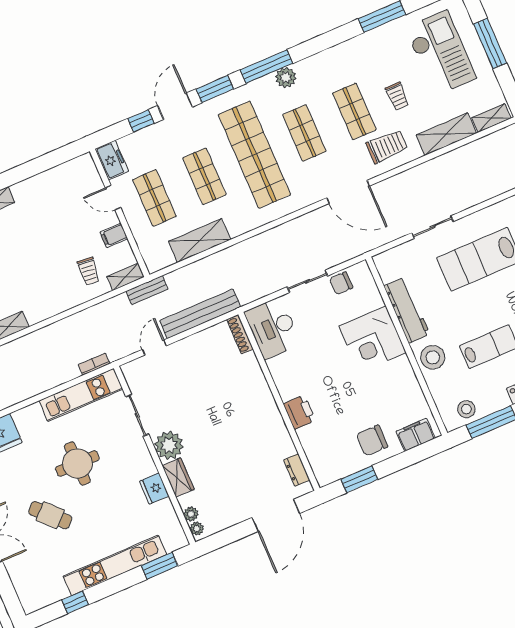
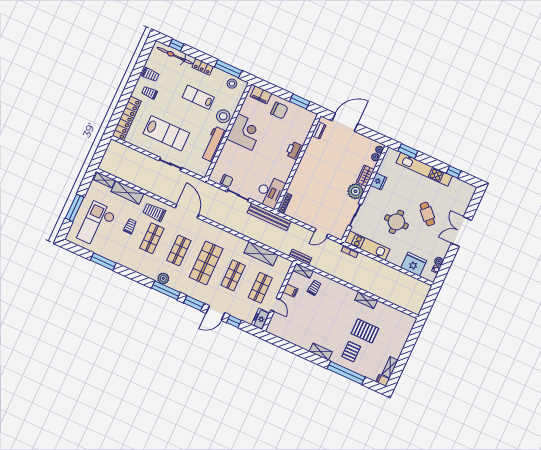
shop shelf: (254, 155) -> (206, 263), width x0.71
bench: (200, 314) -> (269, 217), moved
corner desk: (373, 339) -> (245, 132), moved

